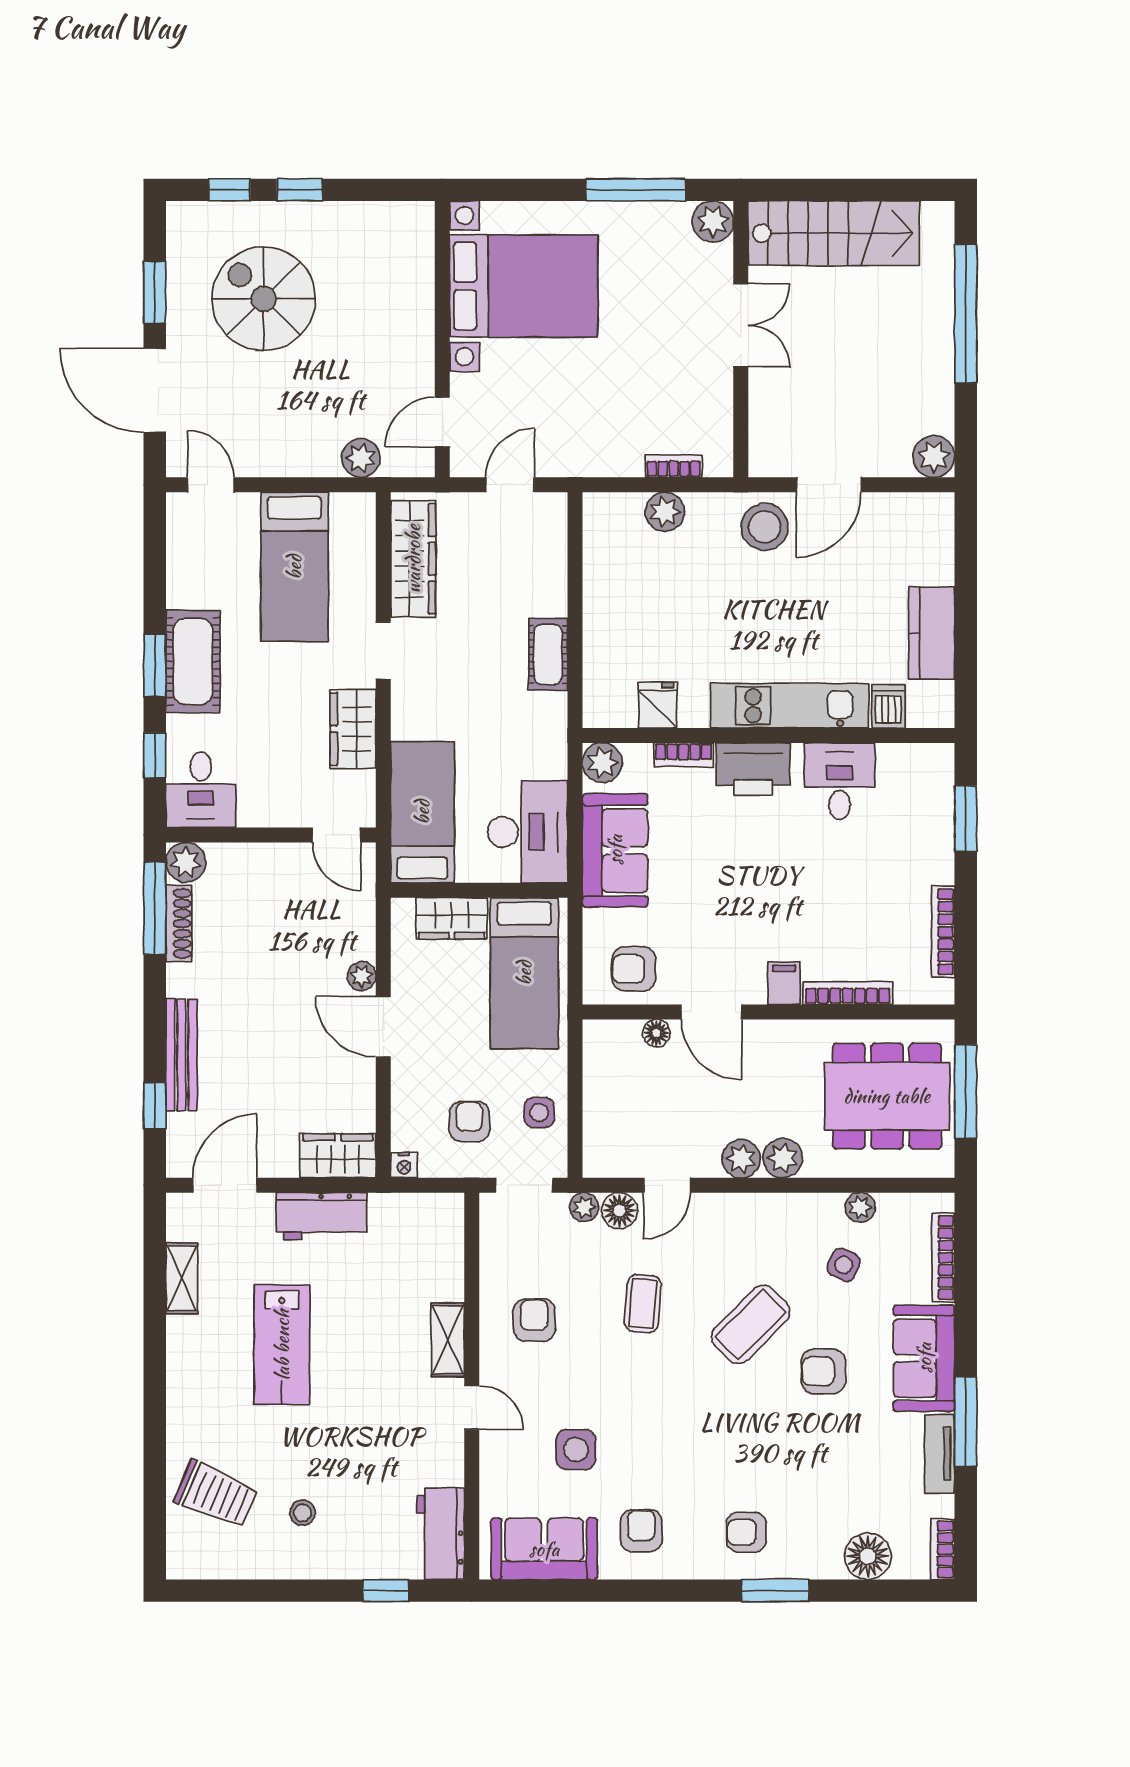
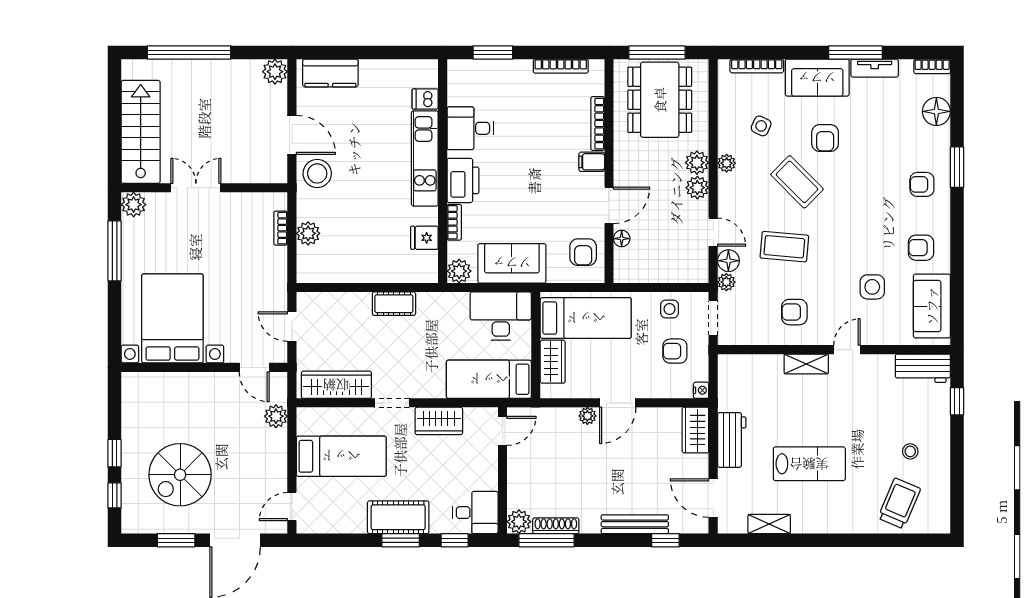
kitchen counter: (932, 633) -> (330, 73), moved
plant: (860, 1207) -> (727, 163), moved
coffee table: (643, 1304) -> (784, 247), width x1.36, depth x1.30
armchair: (746, 1532) -> (922, 184), turned 90

